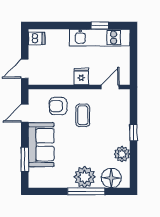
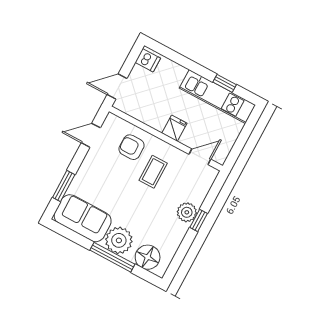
sofa: (41, 145) -> (83, 218), moved, turned -90
plant: (122, 154) -> (187, 212), moved

